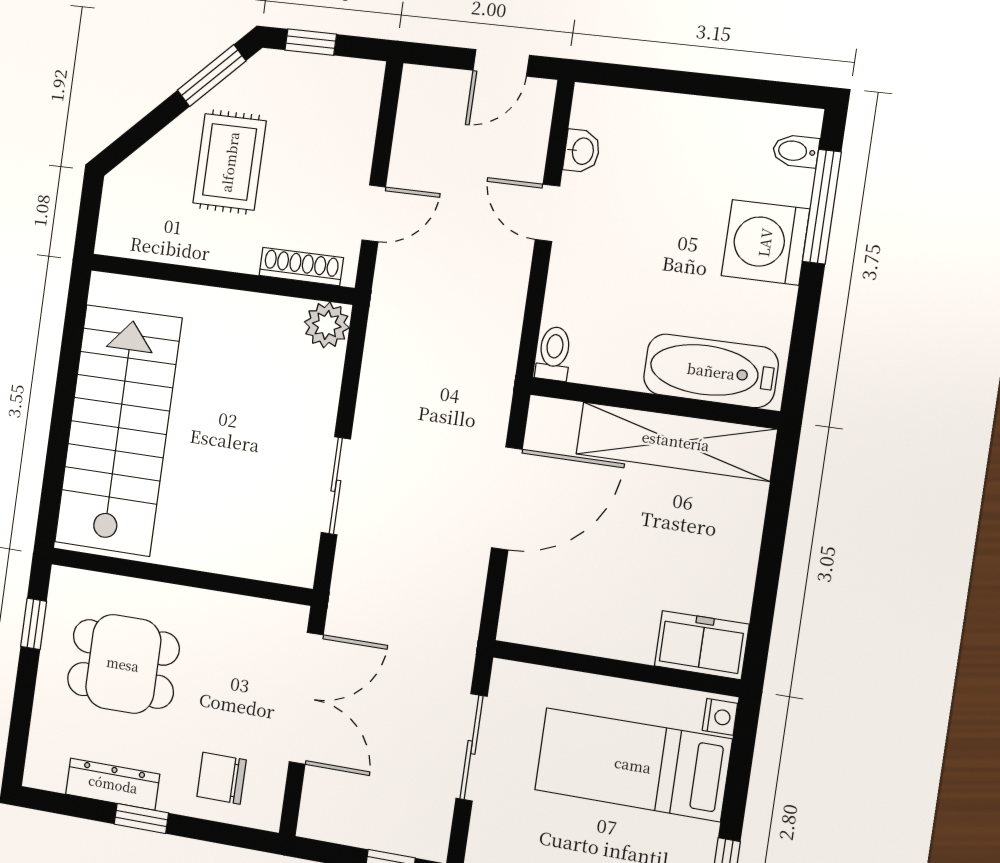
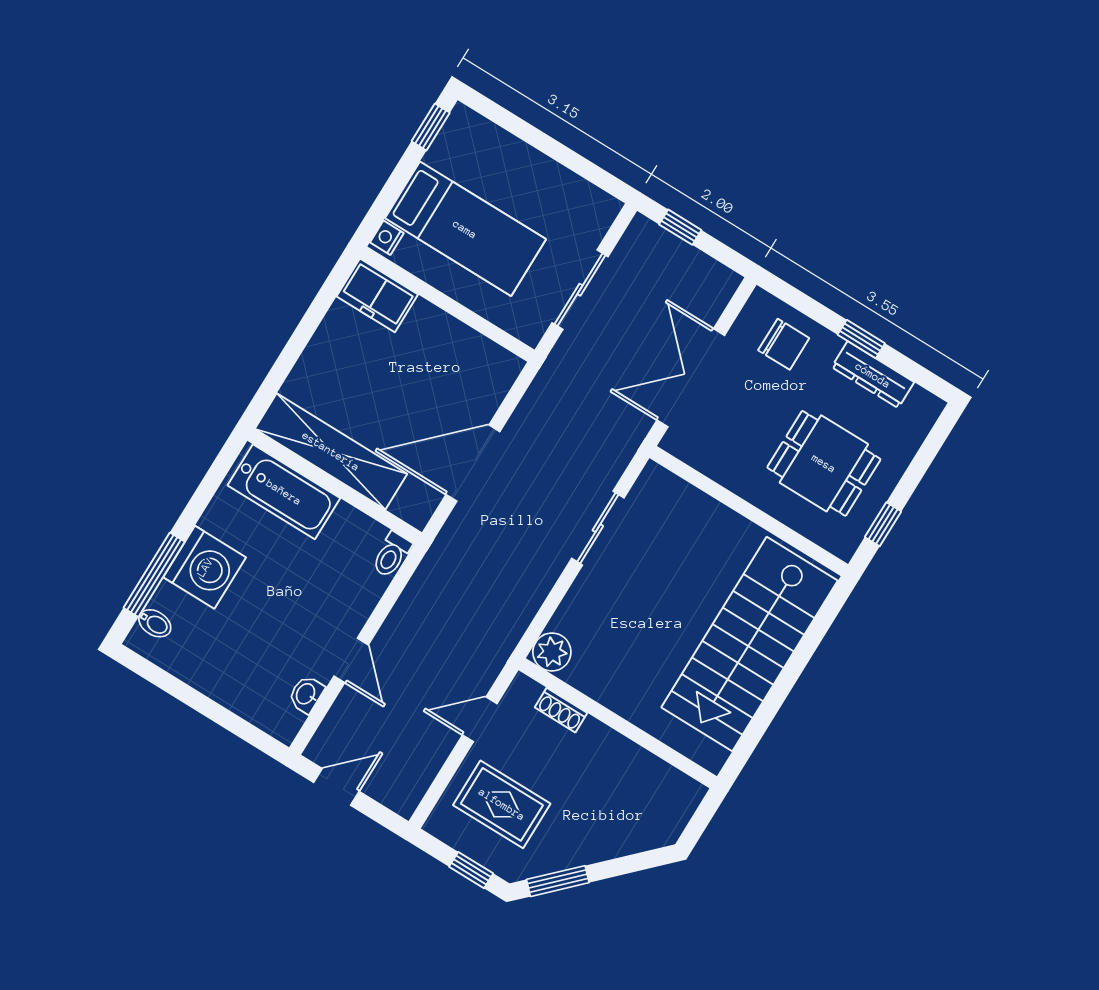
rug: (230, 162) -> (502, 804), moved, turned 90
shoe rack: (301, 267) -> (561, 710), width x0.70

